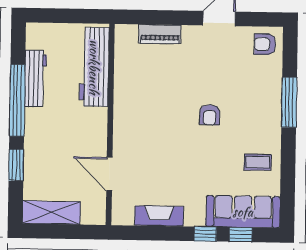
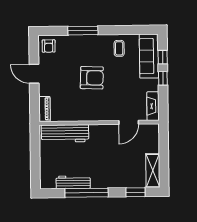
workbench: (94, 67) -> (65, 133), moved
armchair: (210, 115) -> (92, 78), width x1.88, depth x1.88
wall: (110, 124) -> (99, 123), moved
window: (16, 165) -> (135, 192), moved
door: (109, 174) -> (129, 122), moved

